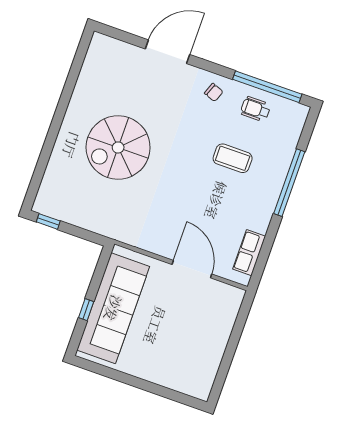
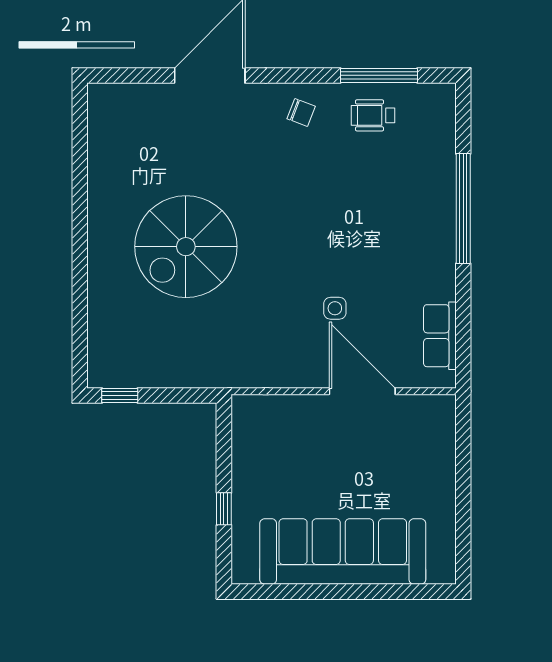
window: (267, 87) -> (379, 75), width x0.68
coffee table: (233, 158) -> (365, 202), removed
side table: (193, 215) -> (335, 308), added
sofa: (113, 308) -> (343, 551), moved, turned -90

